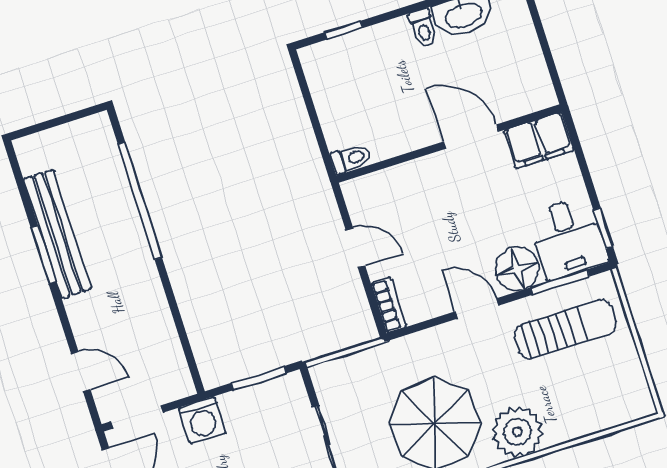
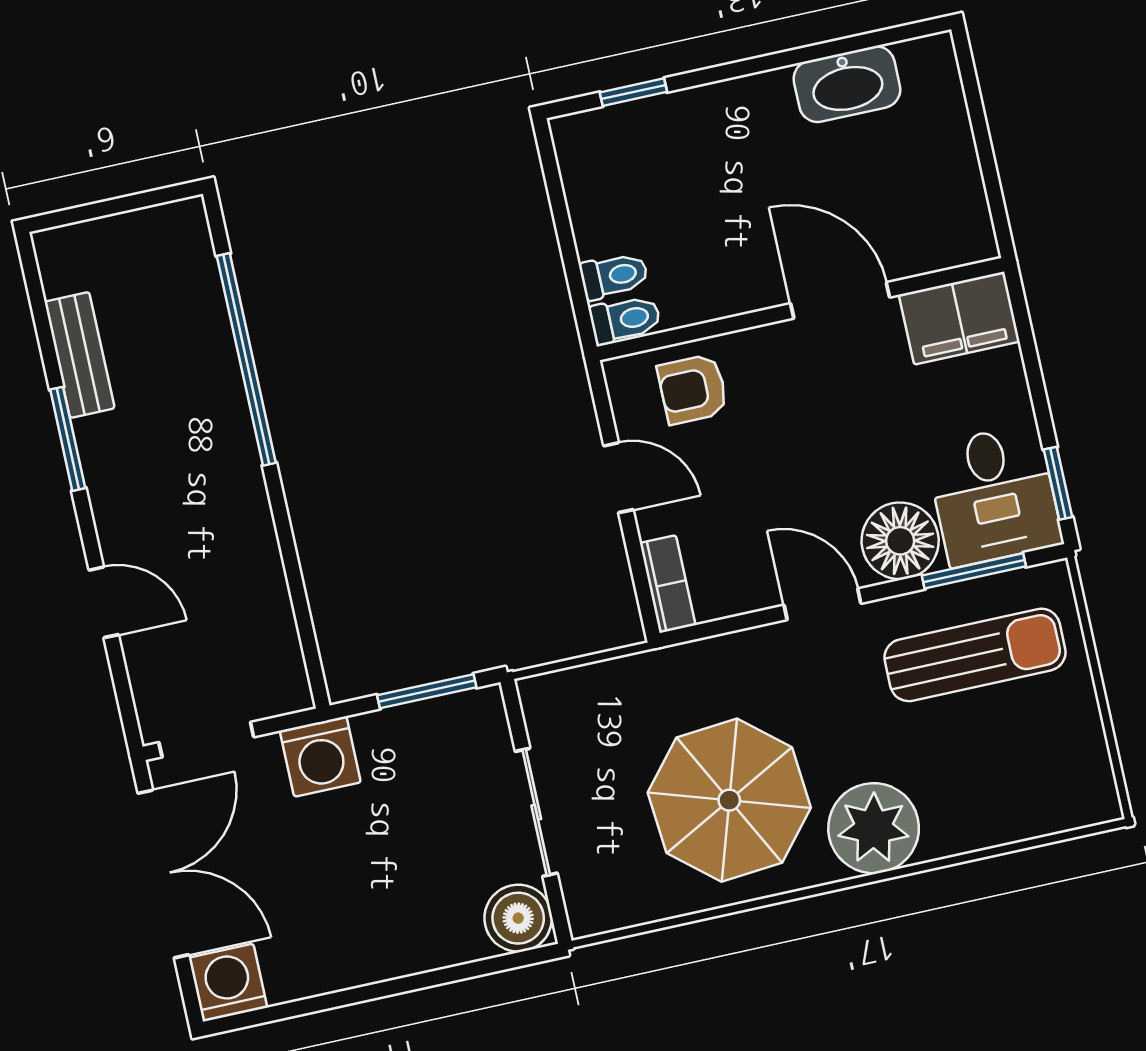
toilet: (423, 28) -> (614, 276), moved, turned -90
armchair: (393, 194) -> (693, 389), added
bench: (57, 234) -> (80, 355), width x0.54, depth x0.82
door: (81, 372) -> (104, 602), moved

